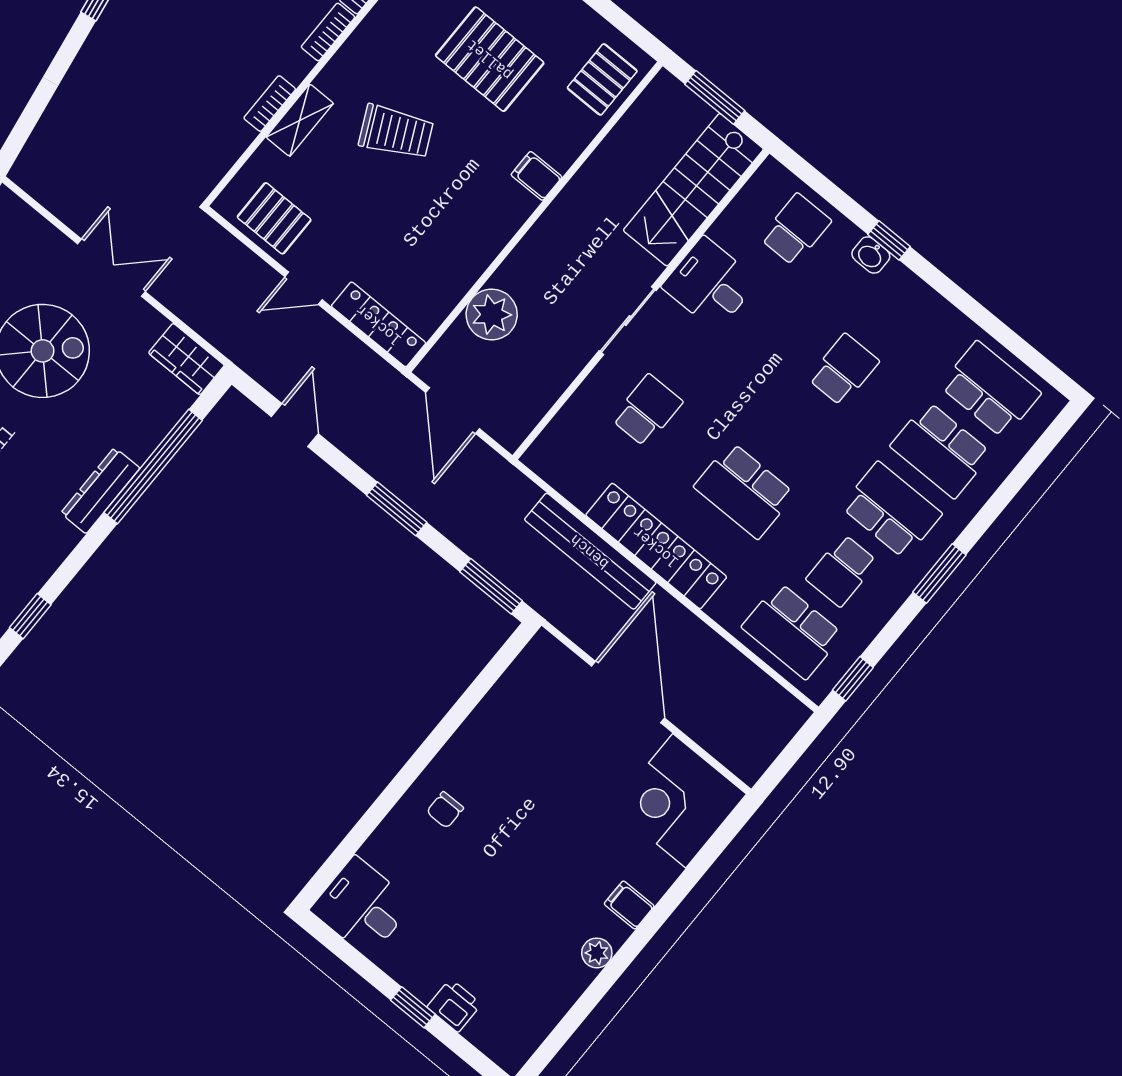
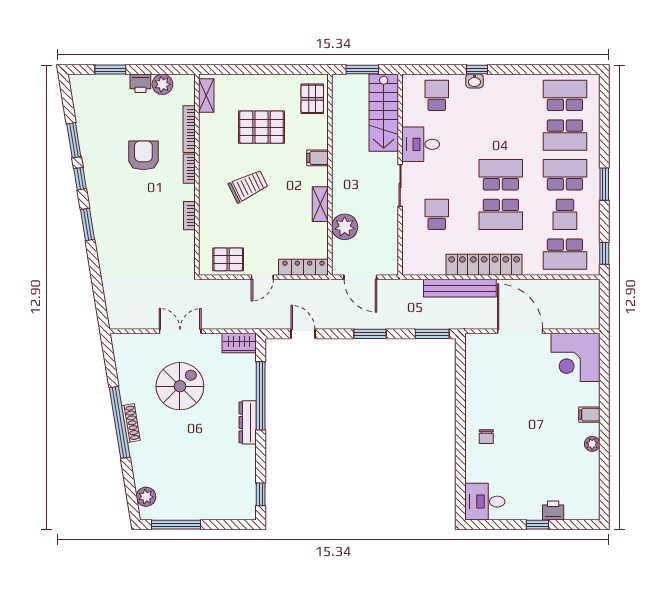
shelving: (300, 120) -> (320, 204), moved
school desk: (843, 370) -> (501, 175), moved, width x1.85

